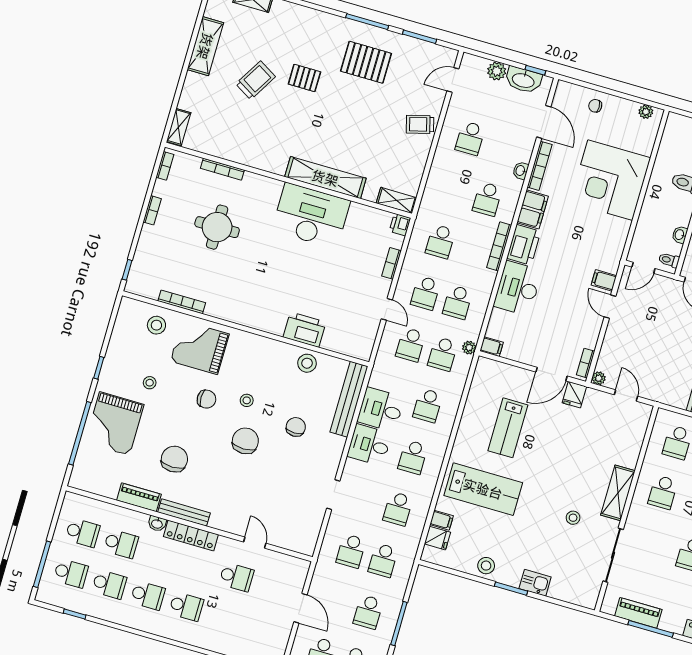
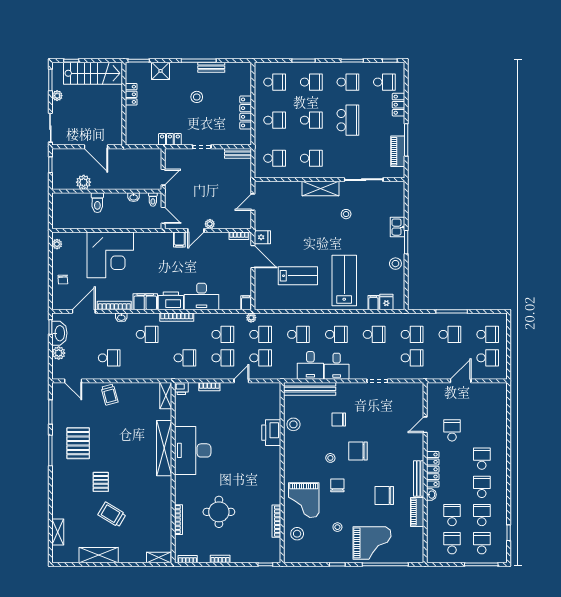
plant: (599, 378) -> (210, 224), moved

